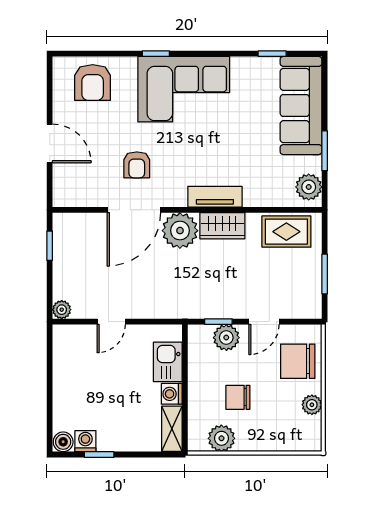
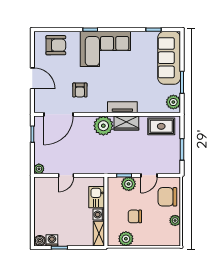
armchair: (93, 83) -> (56, 45), turned -90
door: (134, 210) -> (59, 114), moved

